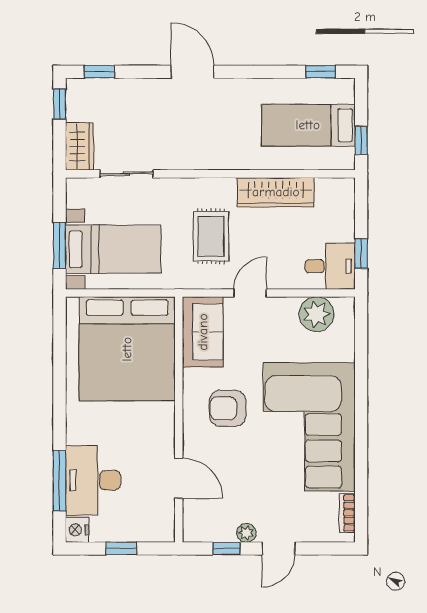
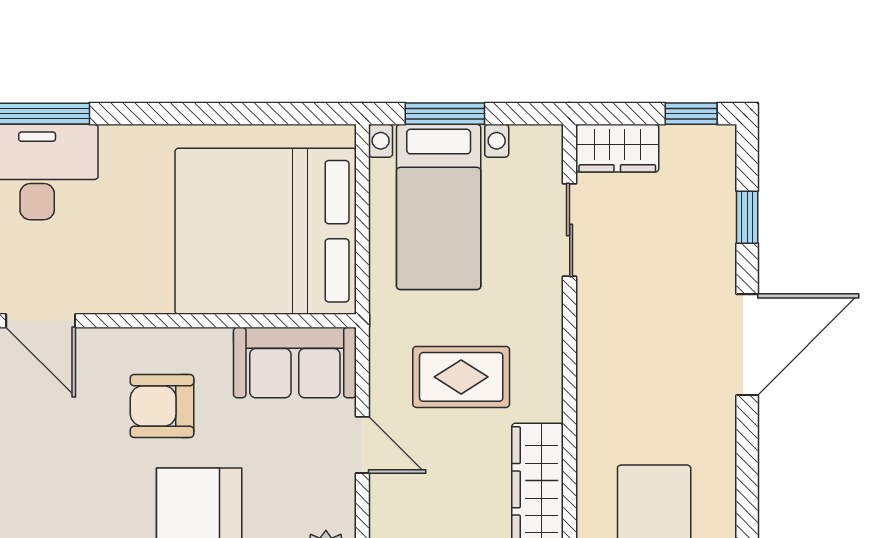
window: (100, 72) -> (747, 217), moved
door: (192, 72) -> (747, 345), width x1.36
armchair: (228, 408) -> (162, 406), turned -90
door: (179, 478) -> (41, 321), hinge flipped

